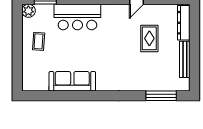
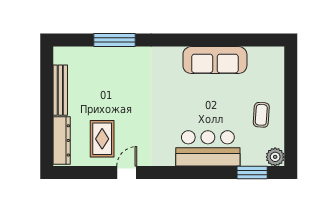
rug: (149, 38) -> (102, 139), moved
window: (161, 96) -> (115, 40), moved

